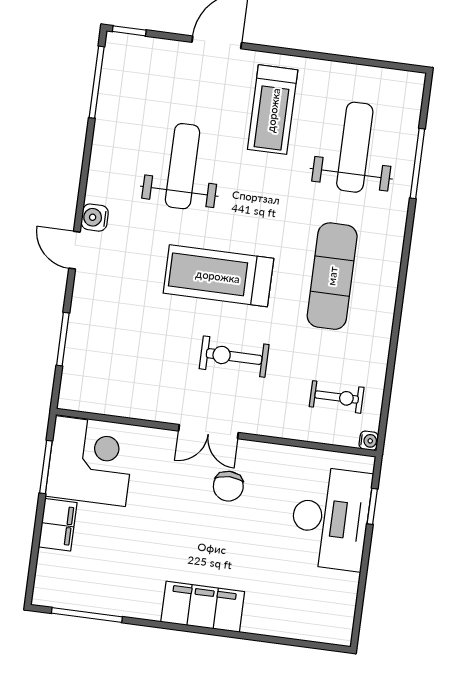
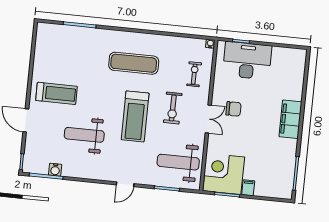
weight bench: (355, 147) -> (178, 162), moved
water cooler: (95, 218) -> (55, 170), moved
exercise bike: (337, 397) -> (194, 74), moved
filing cabinet: (58, 525) -> (248, 188), width x0.50

